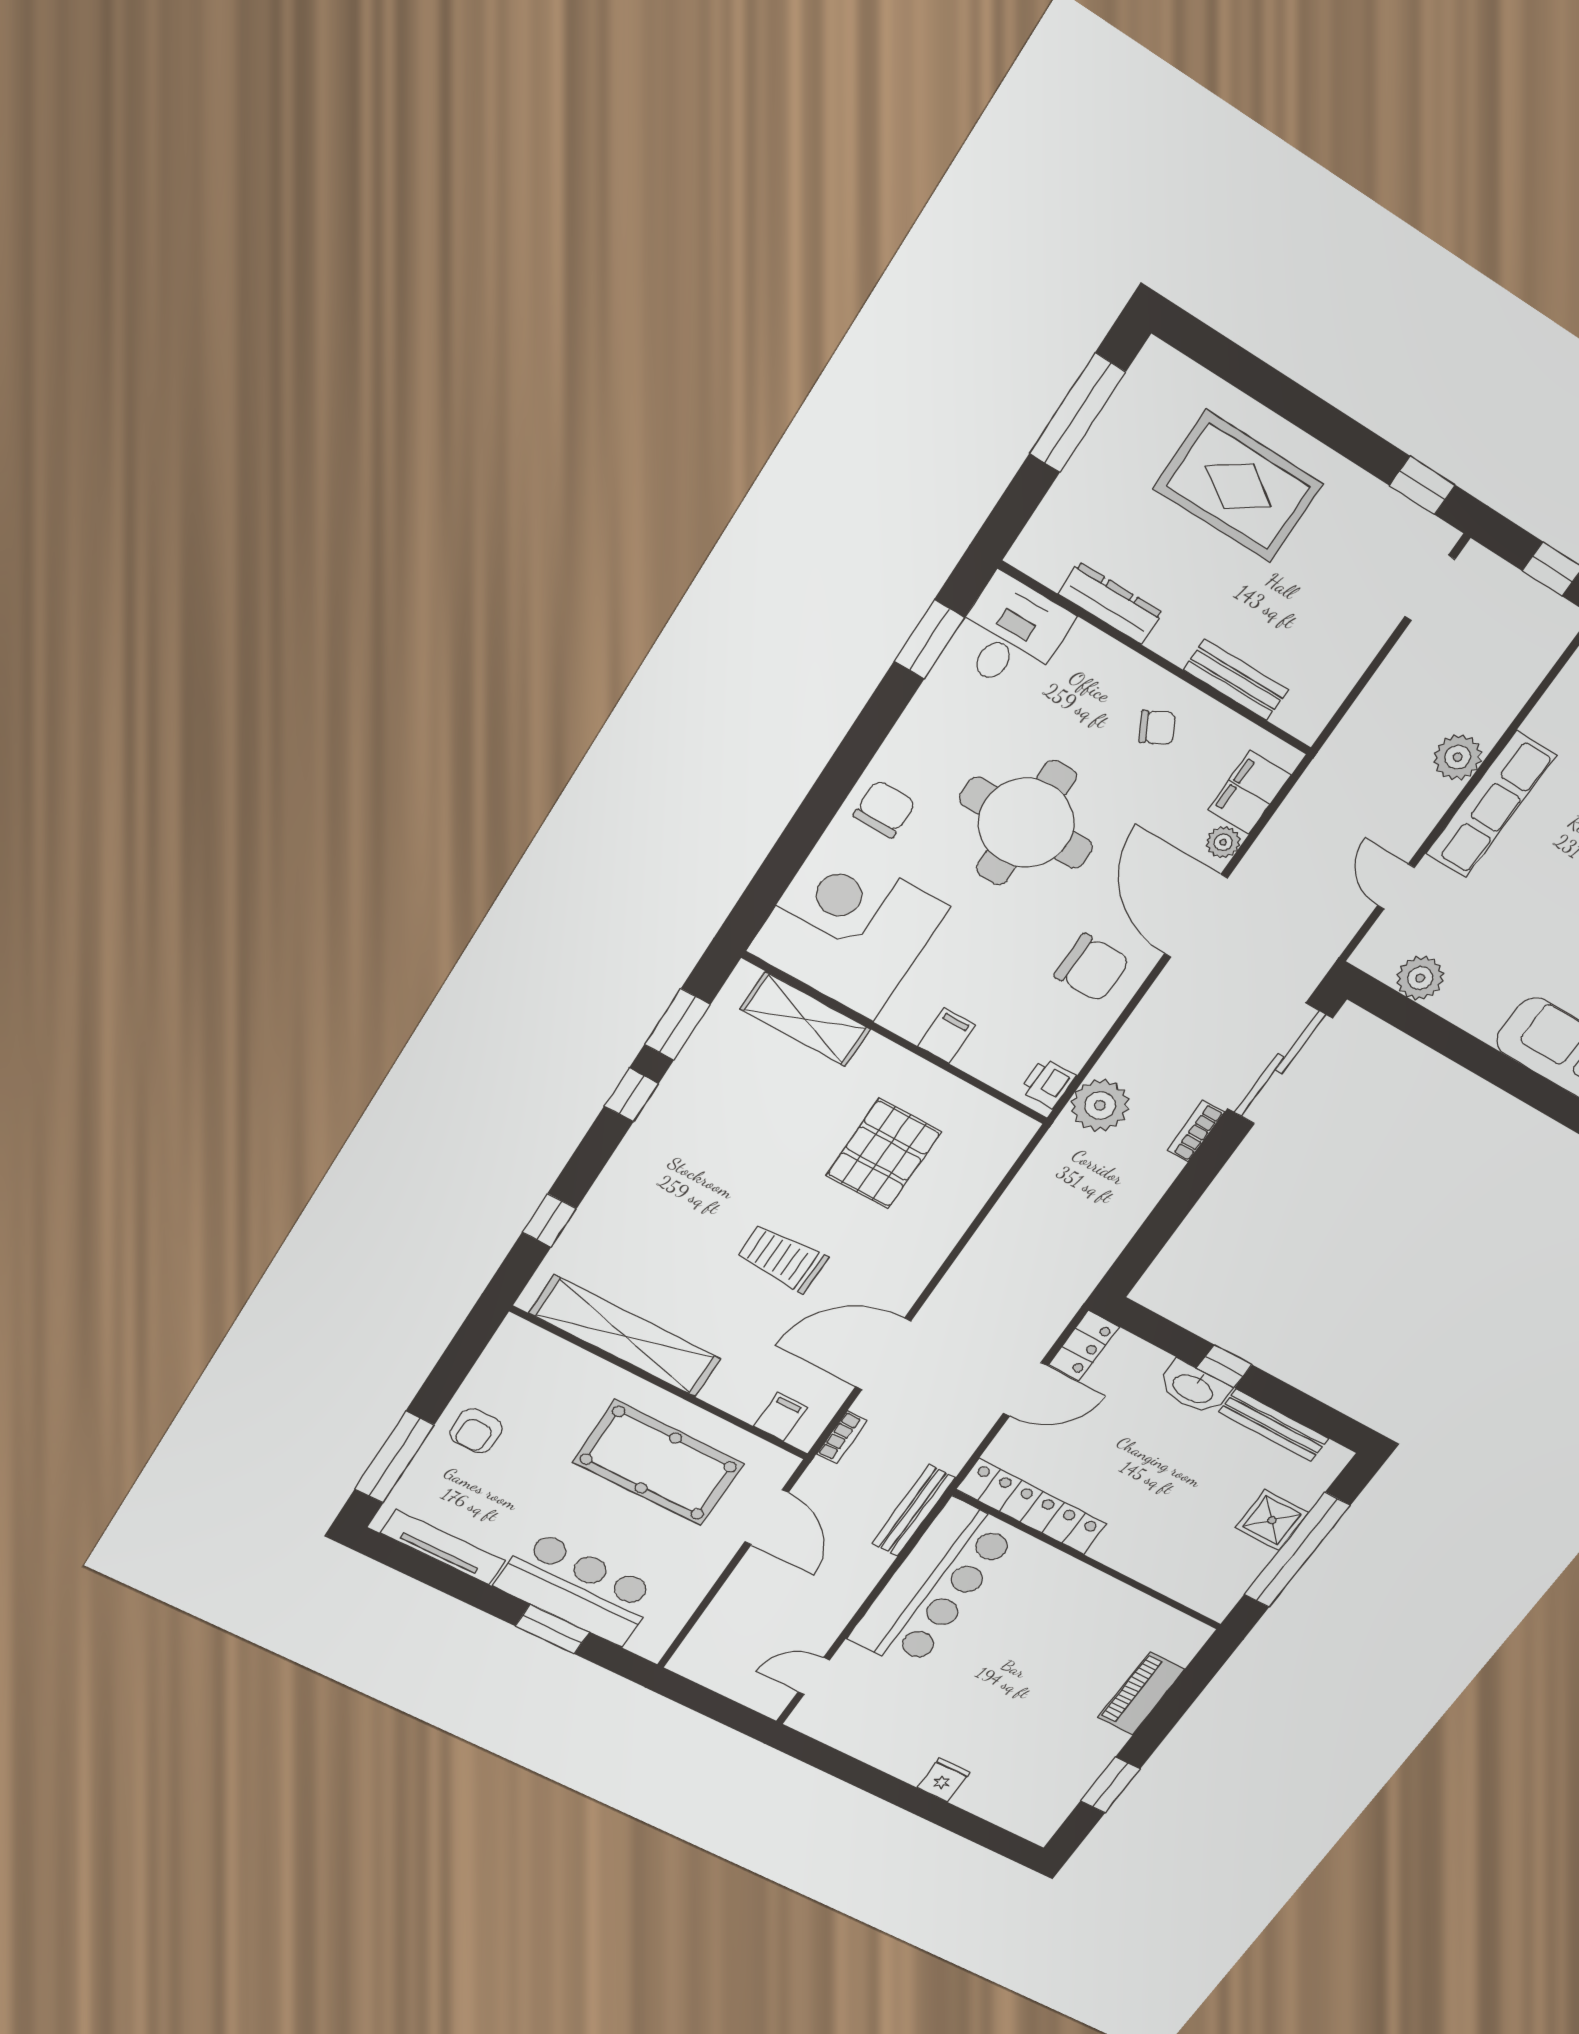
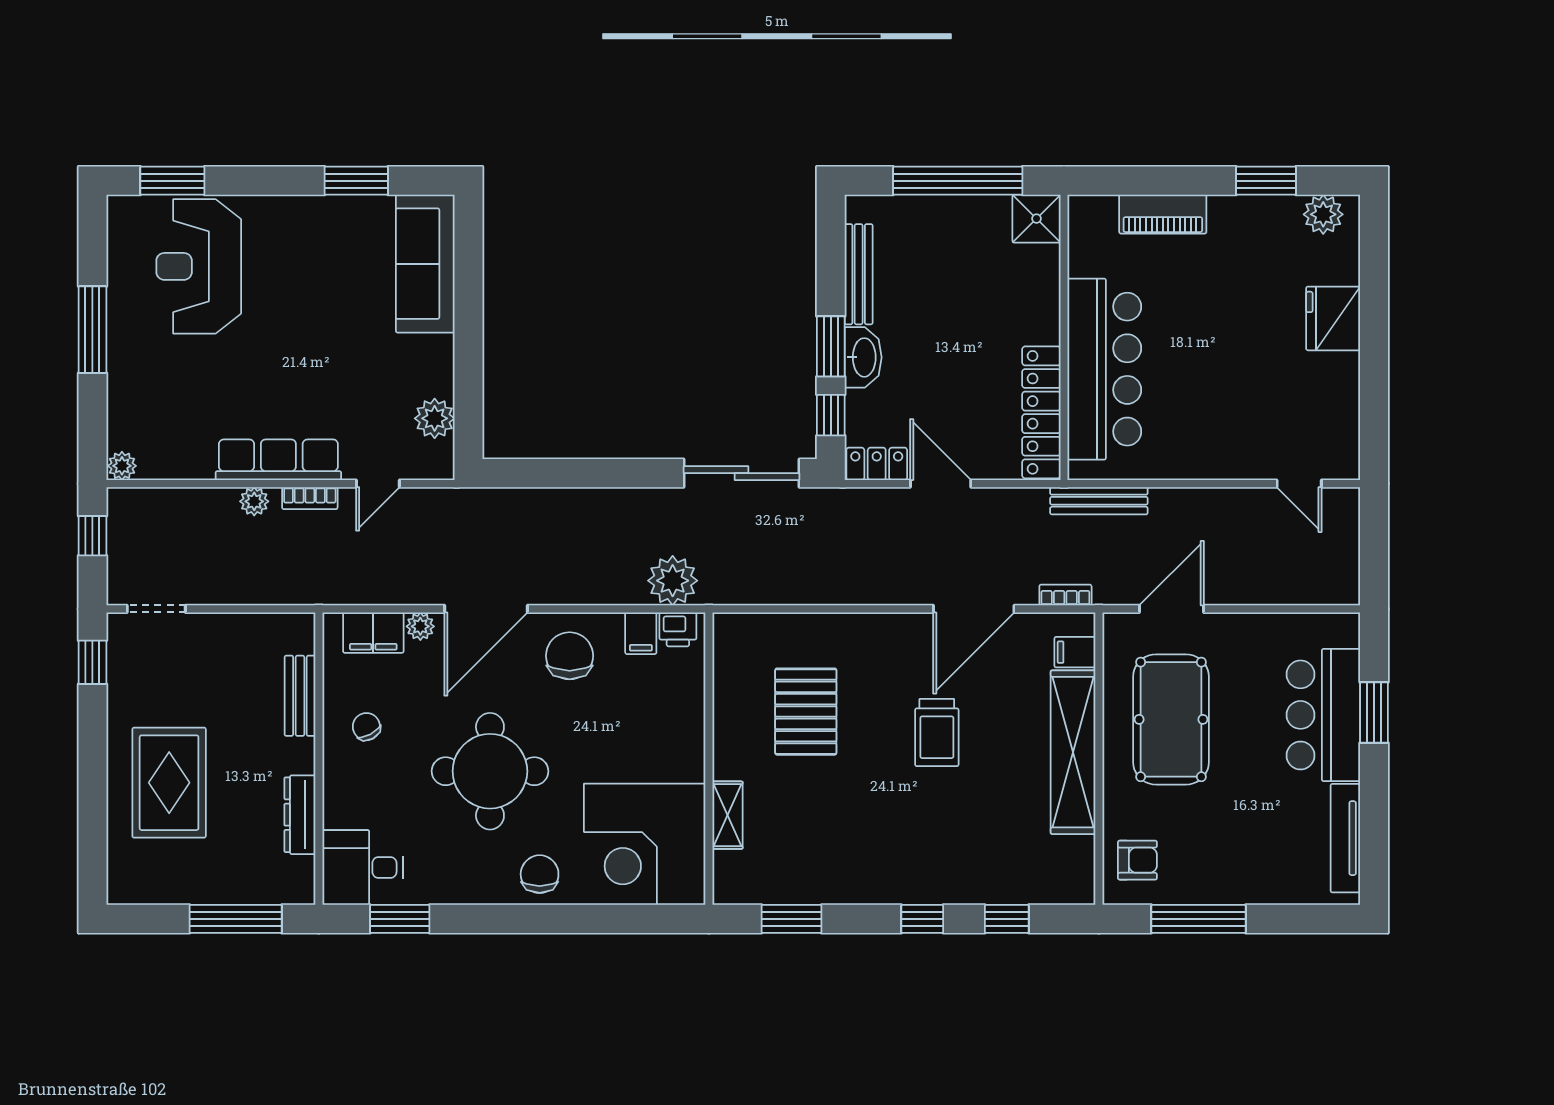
window: (1077, 413) -> (236, 919), moved
plant: (1458, 757) -> (254, 501), width x0.73, depth x0.73
chair: (884, 809) -> (540, 874), turned 90
shelving: (805, 1019) -> (727, 815), width x0.67, depth x0.75
filing cabinet: (946, 1036) -> (641, 633), moved, turned -90
sliding door: (1280, 1064) -> (741, 473), moved
window: (631, 1095) -> (922, 919), moved
bookcase: (1196, 1131) -> (310, 498), moved
pallet: (884, 1154) -> (806, 712), turned 90
window: (1159, 1332) -> (831, 415), added
shelving: (625, 1336) -> (1073, 752), moved
door: (883, 1354) -> (974, 609), hinge flipped
window: (1224, 1366) -> (831, 346), width x1.50
armchair: (476, 1431) -> (1137, 860), moved
window: (394, 1457) -> (1199, 919), moved
shower: (1272, 1520) -> (1037, 219), moved
bar counter: (933, 1585) -> (1104, 369), moved, turned 90
fridge: (944, 1780) -> (1333, 318), width x1.88, depth x1.34
plant: (1047, 1812) -> (1323, 214), added

